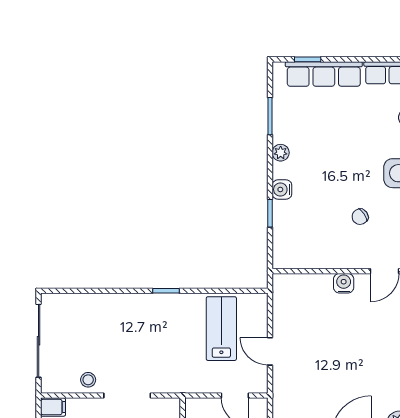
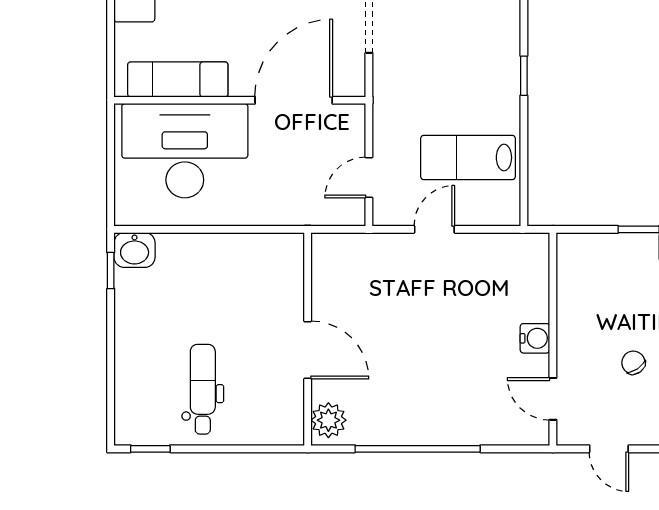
lab bench: (221, 329) -> (468, 158), turned 180

